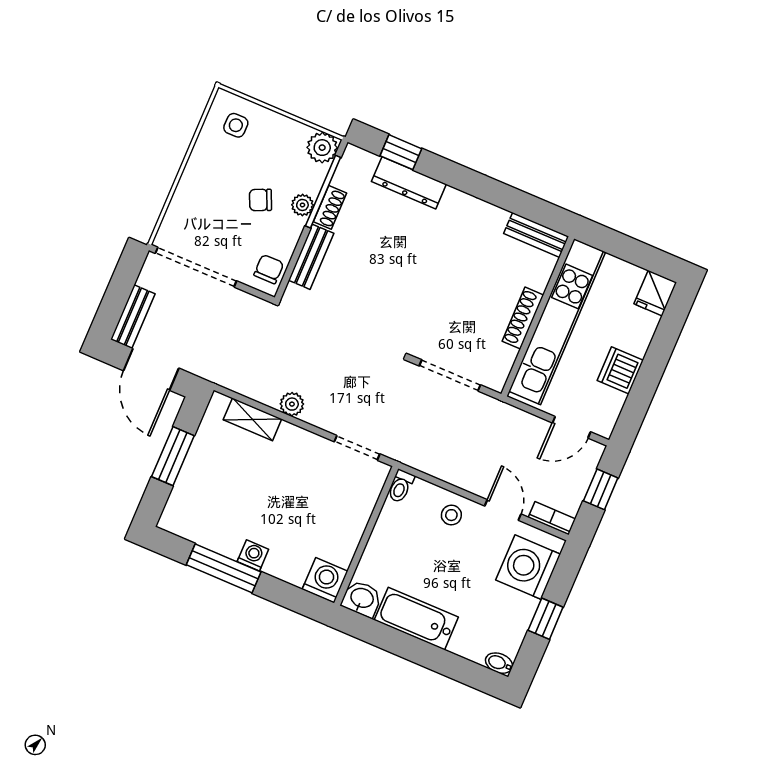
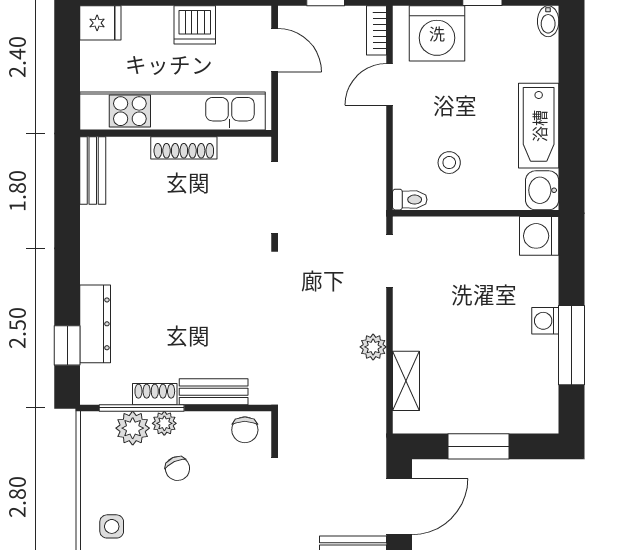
plant: (322, 148) -> (133, 428), moved
chair: (269, 269) -> (245, 430), turned -90
stool: (451, 515) -> (449, 163), moved

